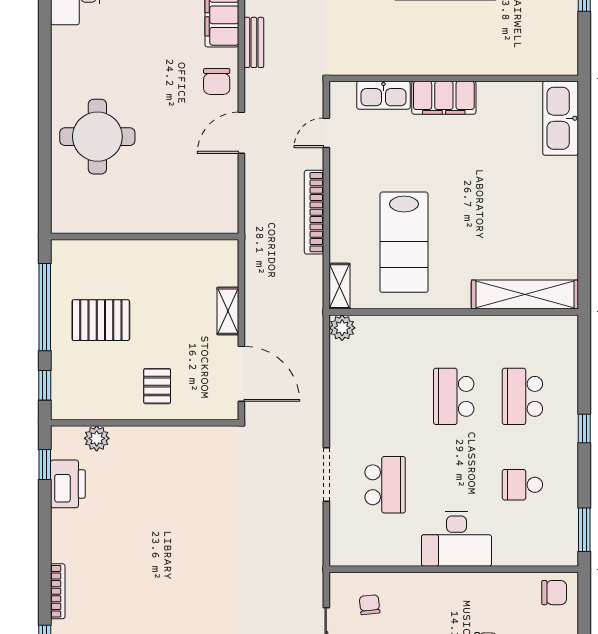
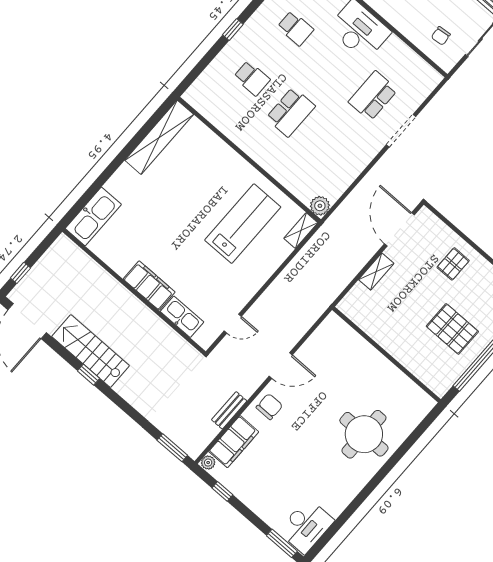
bookcase: (314, 212) -> (279, 285), removed
shelving: (525, 295) -> (159, 137), moved, turned 90
school desk: (522, 396) -> (252, 78), width x0.54

